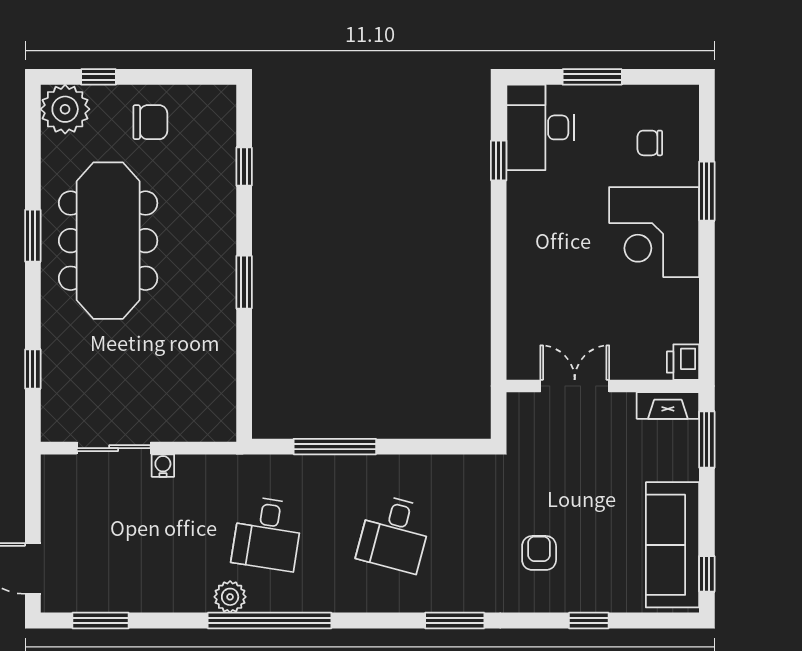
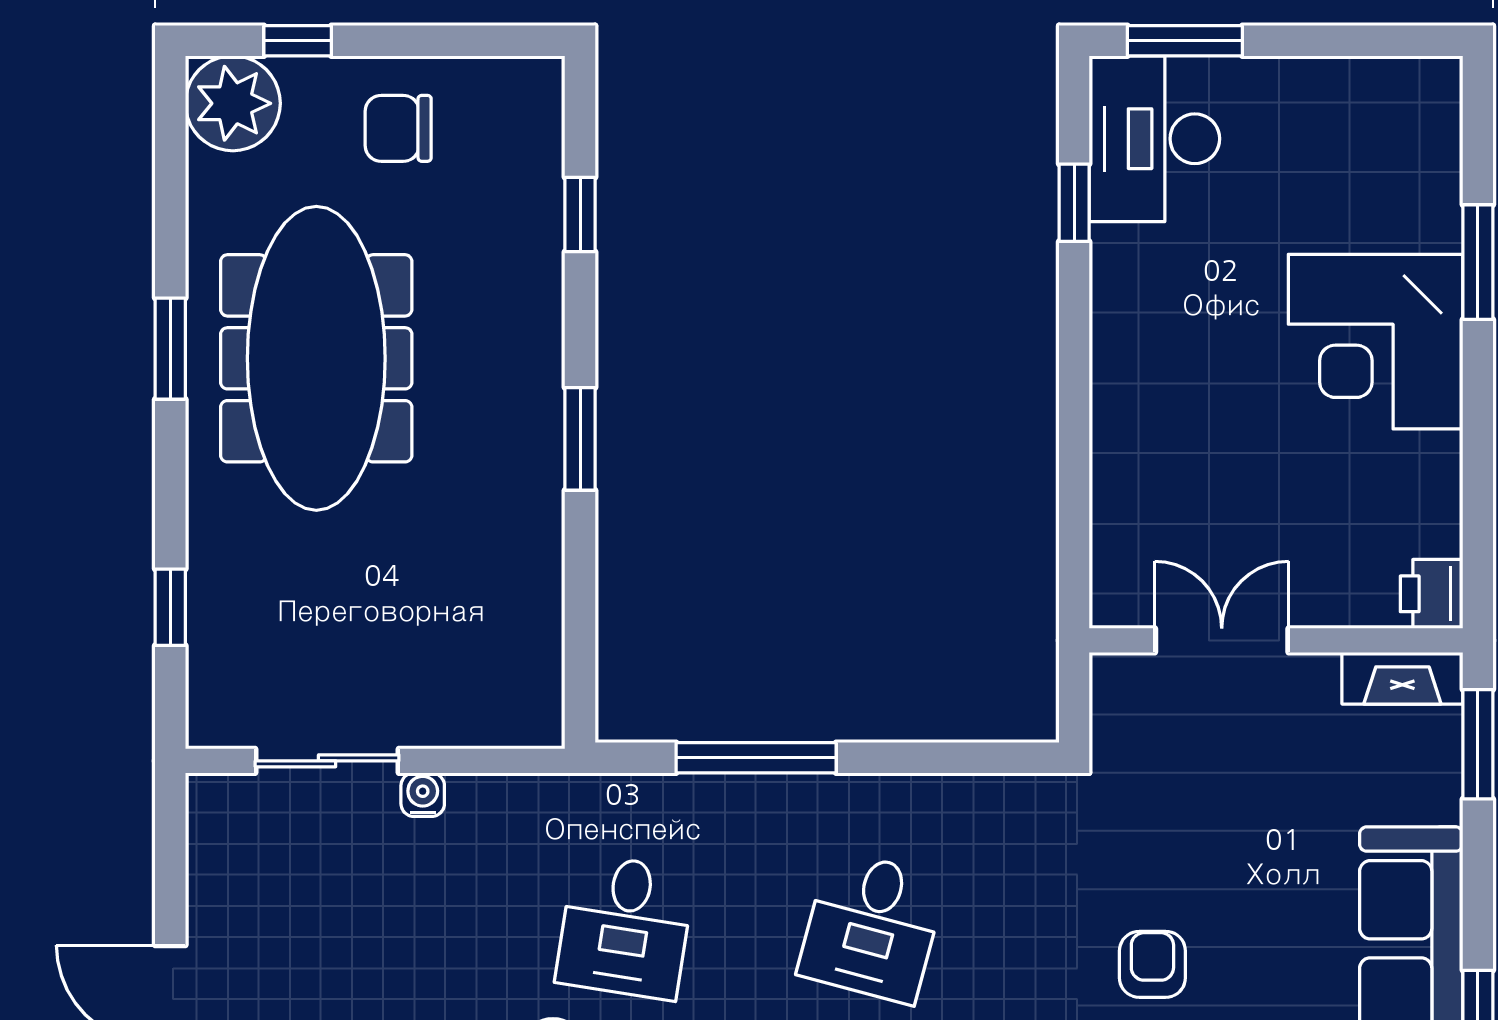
window: (592, 77) -> (1185, 41), moved
chair: (150, 122) -> (398, 128), turned 180
chair: (650, 143) -> (1367, 169), removed

